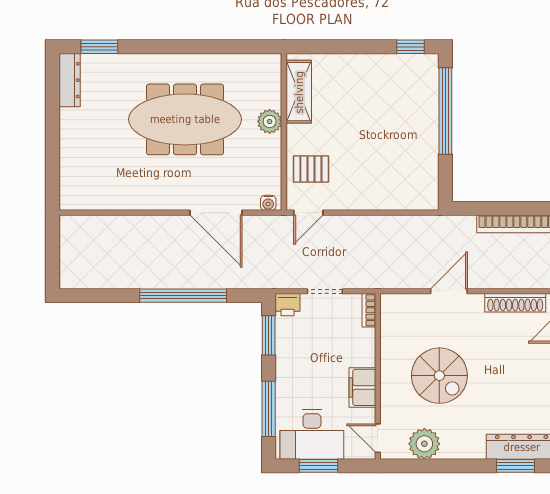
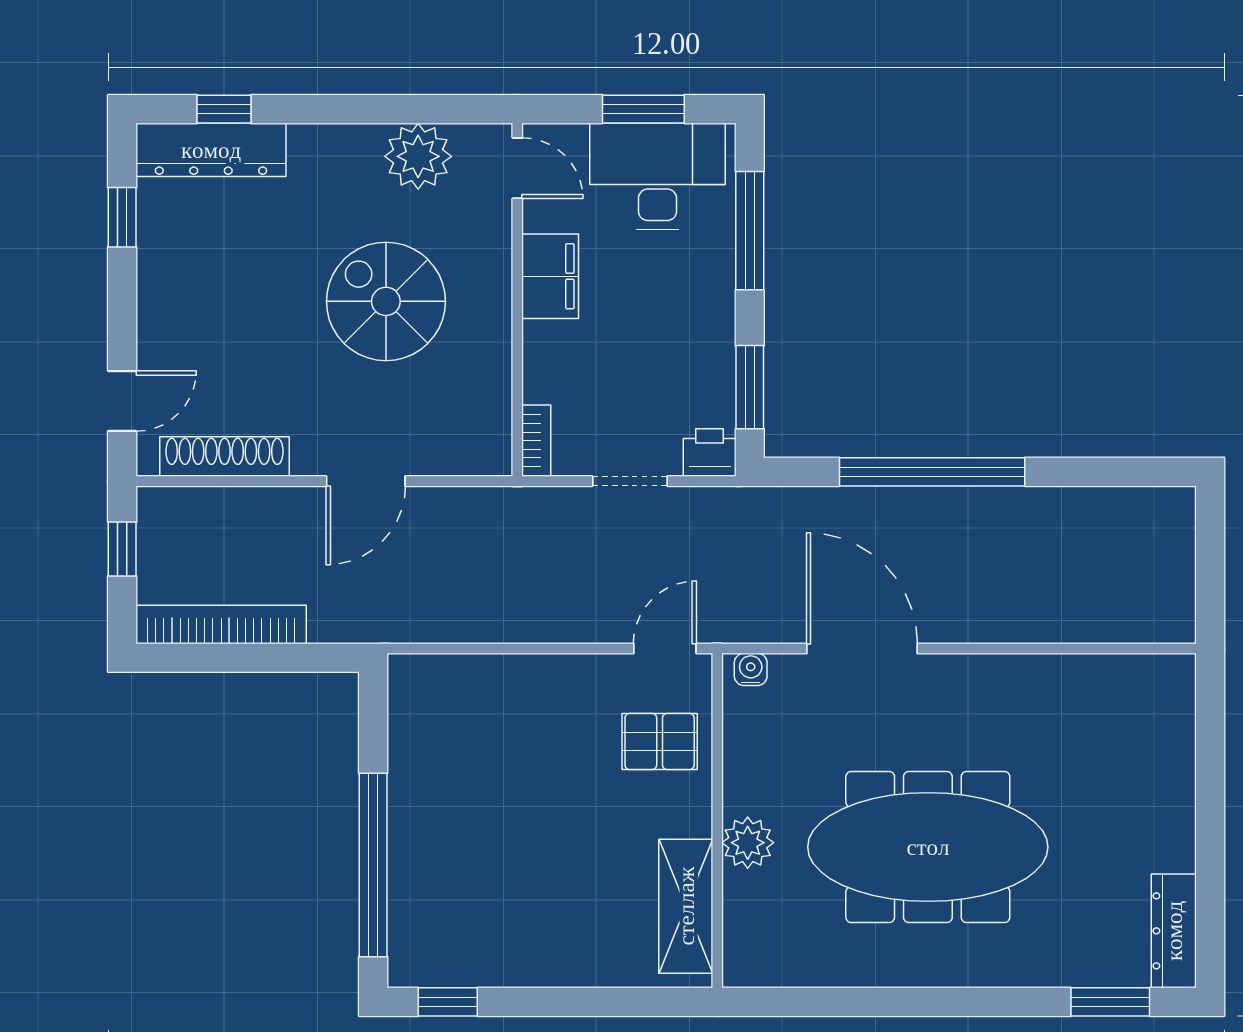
window: (515, 466) -> (224, 109), width x0.67

